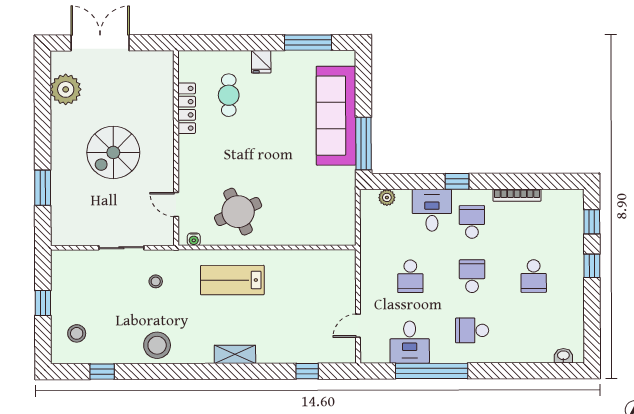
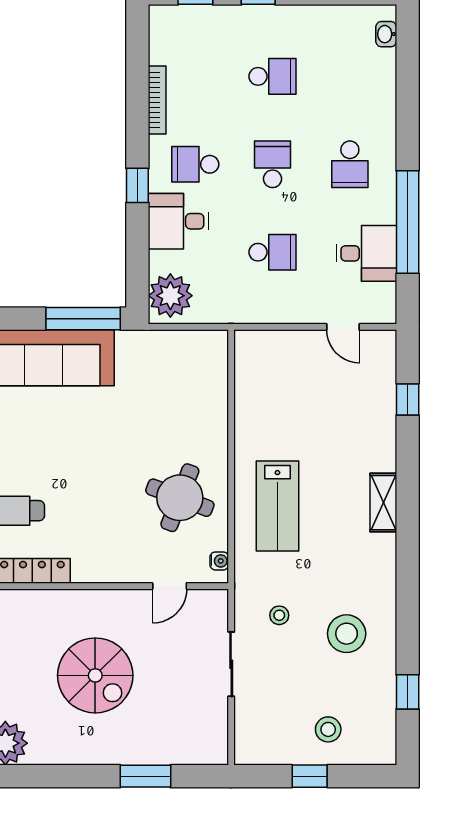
plant: (387, 197) -> (170, 296), width x1.87, depth x1.87
round table: (238, 212) -> (180, 498), turned 45
school desk: (472, 276) -> (273, 164), turned 90
stool: (77, 333) -> (328, 729), moved
stool: (157, 345) -> (347, 634), moved

